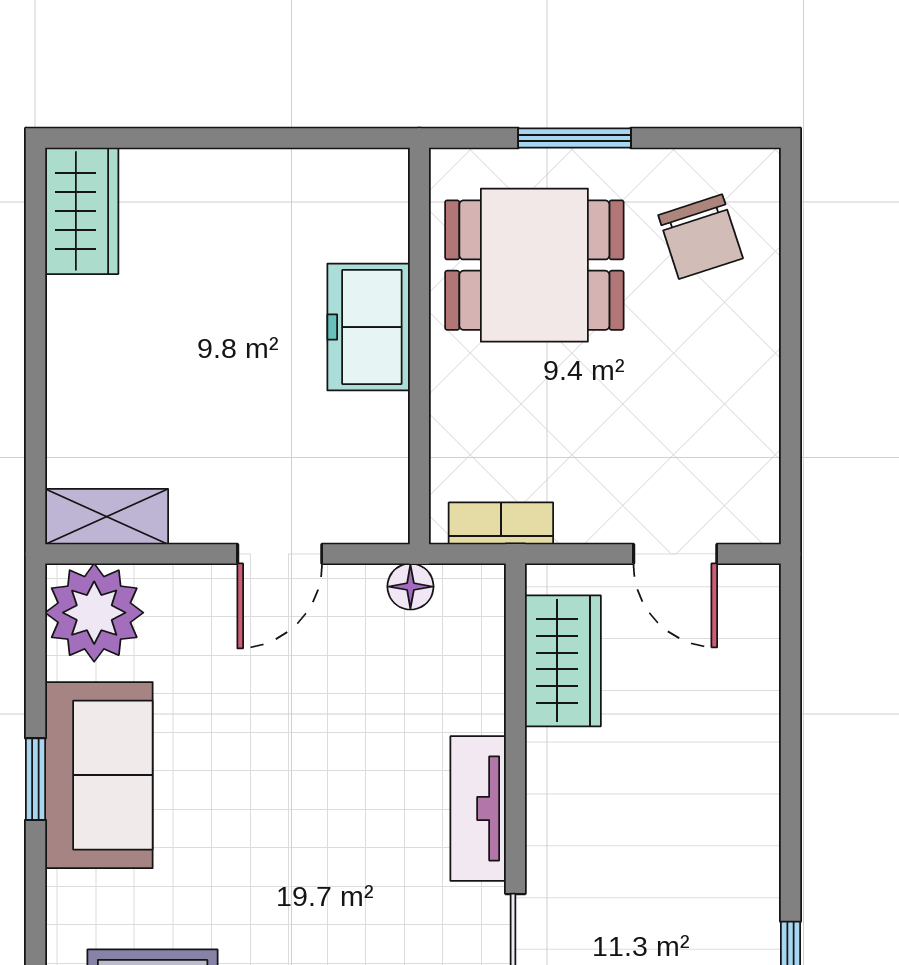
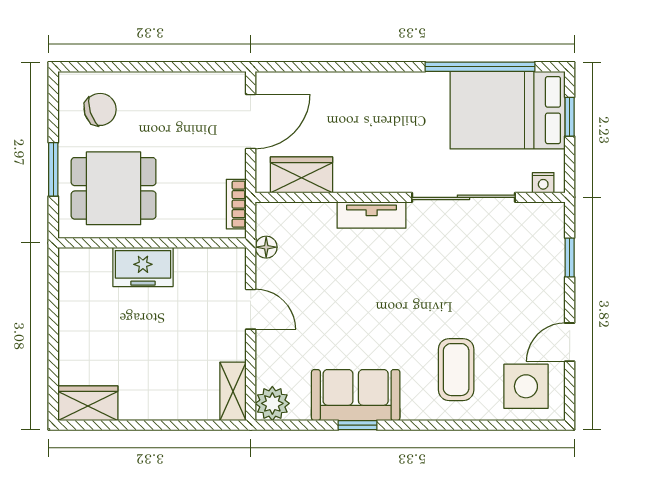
dining table: (534, 265) -> (114, 188), turned 90
door: (675, 554) -> (251, 121), width x1.38
plant: (94, 613) -> (272, 403), width x0.73, depth x0.73

